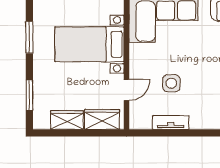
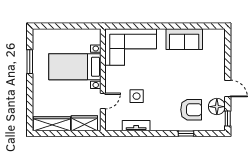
window: (29, 95) -> (30, 105), removed
wardrobe: (67, 120) -> (52, 124), width x1.50

